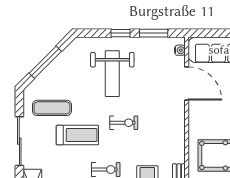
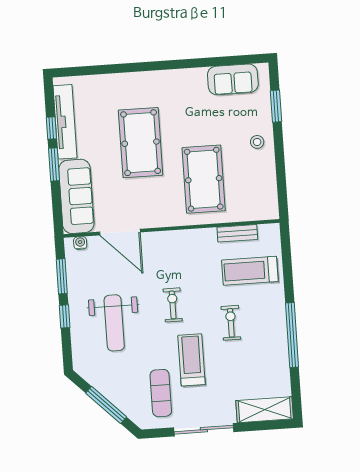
weight bench: (112, 74) -> (114, 323), turned 90
door: (187, 84) -> (120, 232), swing flipped

